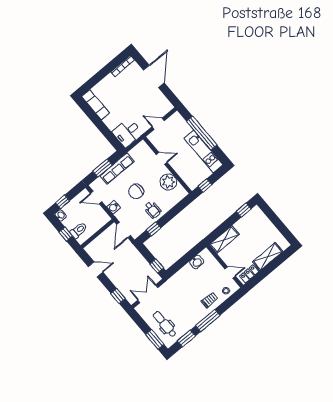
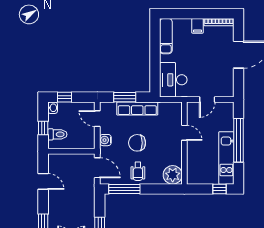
filing cabinet: (111, 80) -> (197, 26), added
door: (158, 124) -> (207, 100), swing flipped
desk: (127, 133) -> (173, 80), width x1.37
plant: (168, 182) -> (173, 175), moved
window: (205, 186) -> (220, 189), moved
window: (153, 229) -> (124, 189), width x2.17
door: (124, 230) -> (97, 168), swing flipped

